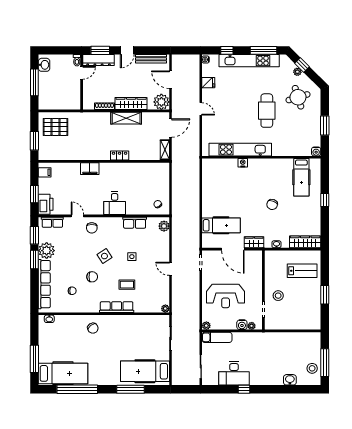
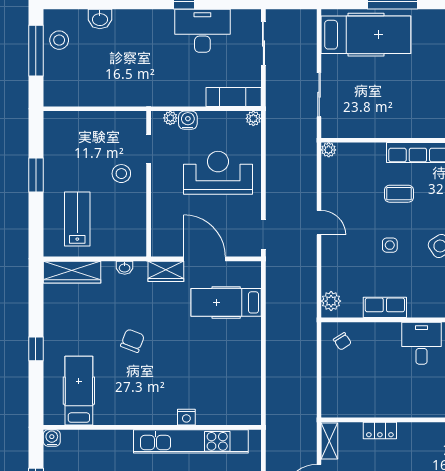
locker: (120, 156) -> (380, 431), moved
lab bench: (302, 271) -> (77, 219), turned 90

